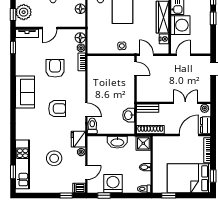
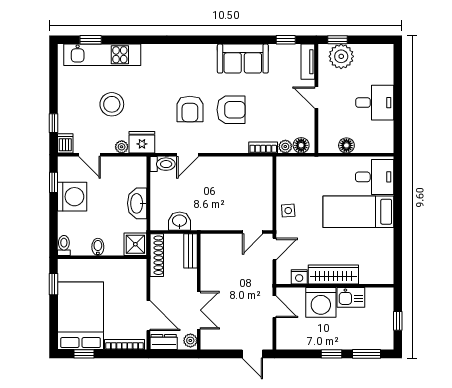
armchair: (55, 68) -> (231, 110), moved
sofa: (25, 92) -> (243, 59), moved

